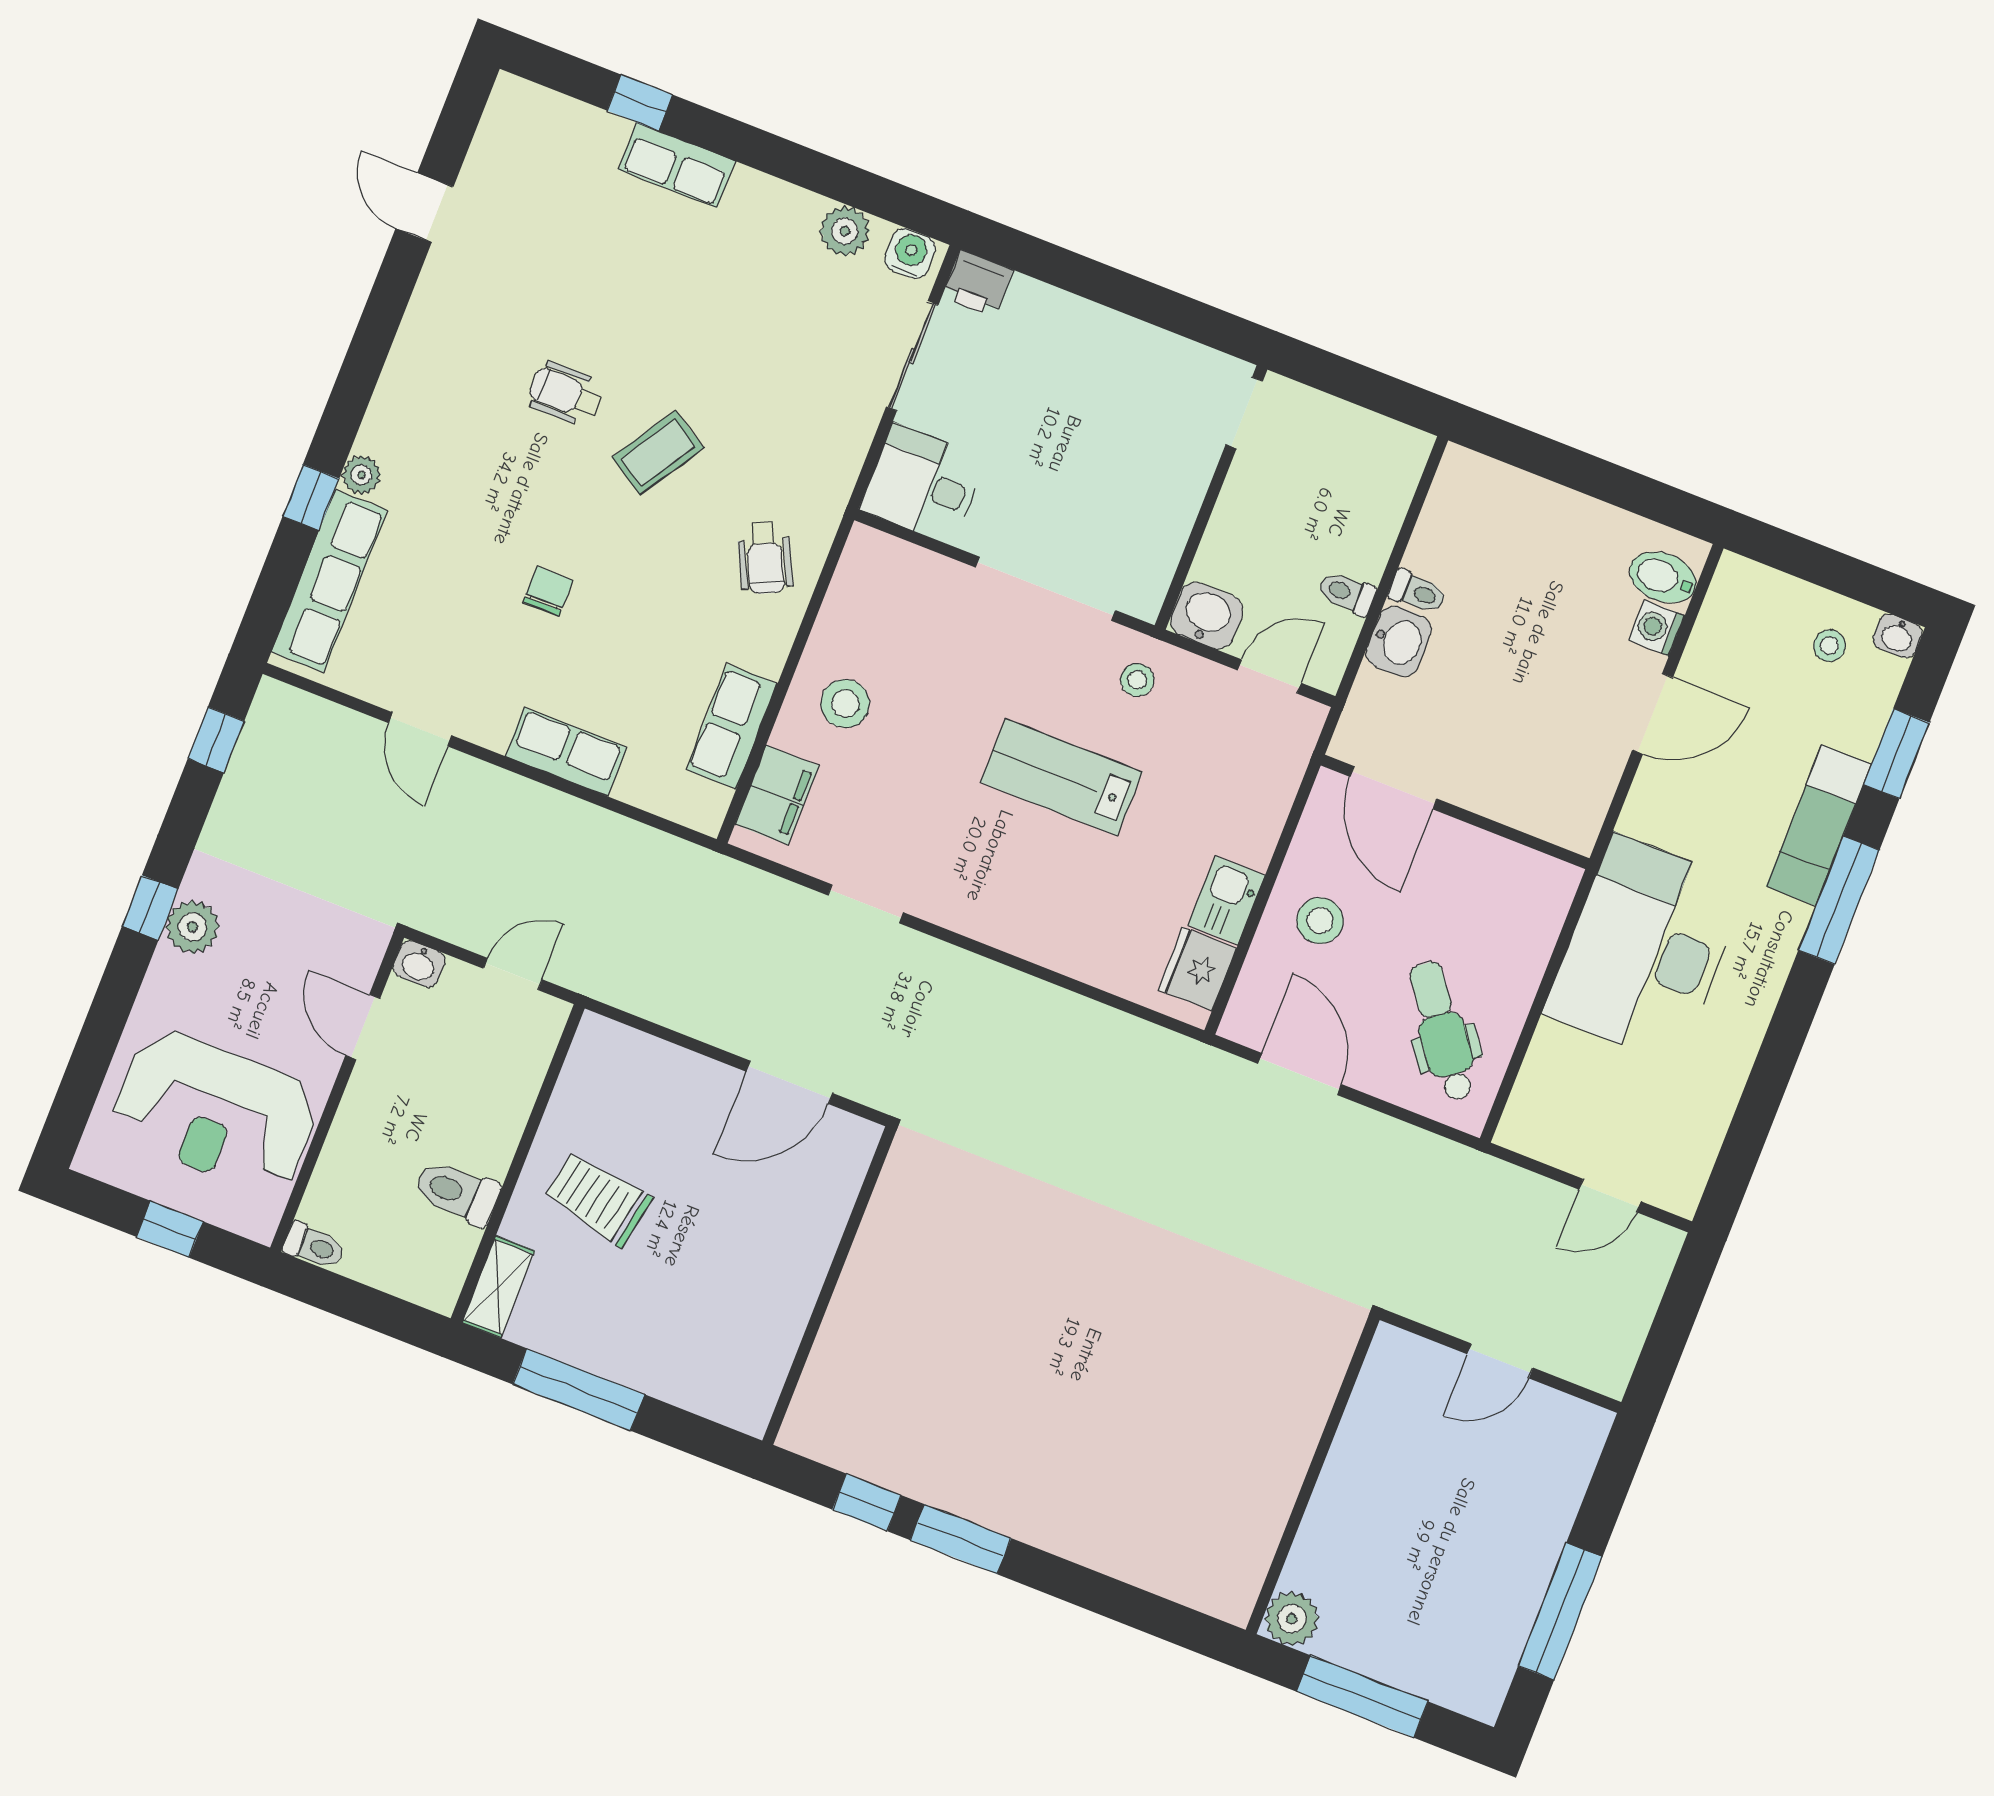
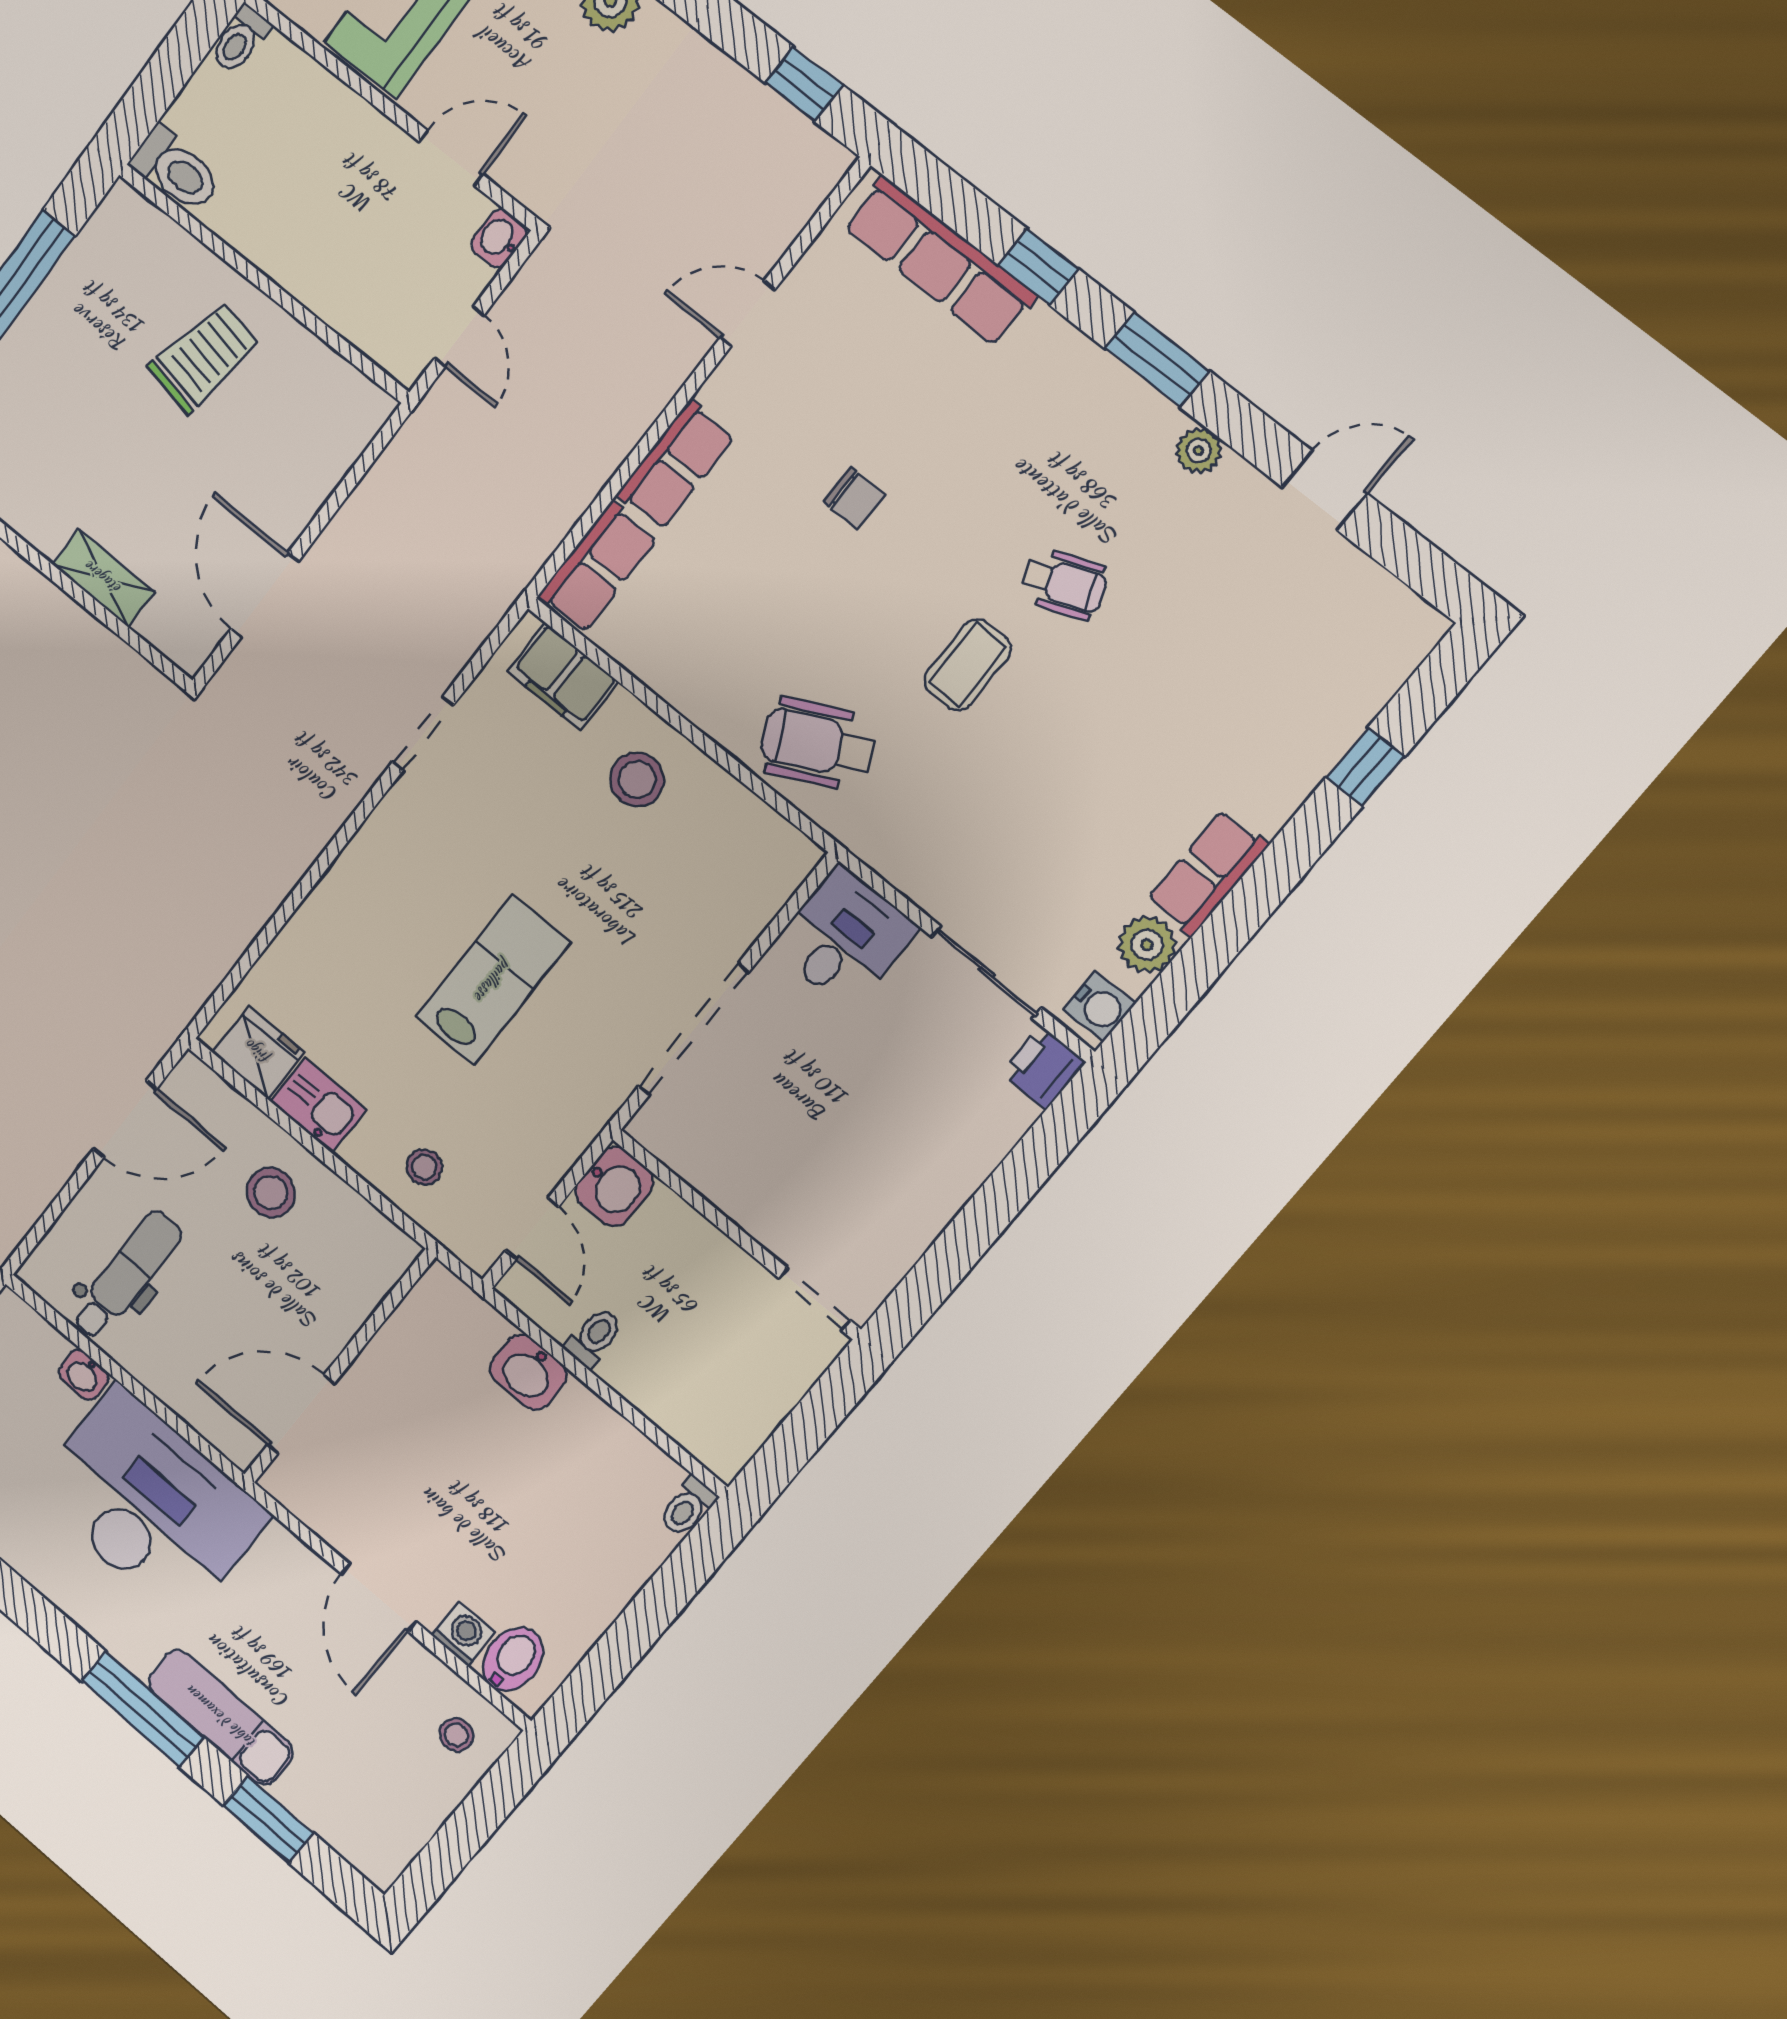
row of seats: (677, 165) -> (1207, 873), moved
window: (358, 376) -> (1157, 360), added
wheelchair: (566, 394) -> (1064, 584), turned 69
coffee table: (658, 453) -> (968, 665), turned 58
plant: (361, 475) -> (1199, 451), moved
wheelchair: (765, 558) -> (818, 744), width x1.36, depth x1.37
toilet: (1418, 592) -> (688, 1507), moved
washbasin: (1897, 636) -> (84, 1375), moved, turned -90
stool: (1830, 646) -> (456, 1735), moved
stool: (1137, 680) -> (424, 1167), moved
row of seats: (732, 727) -> (597, 567), moved, turned 90
door: (1394, 788) -> (301, 1414), moved
dental chair: (1442, 1031) -> (127, 1275), turned -53
toilet: (457, 1192) -> (176, 170), moved, turned 90
shelving: (498, 1287) -> (103, 578), moved

